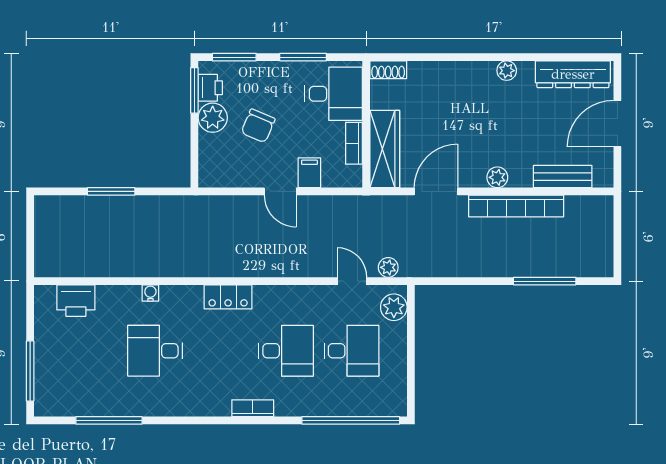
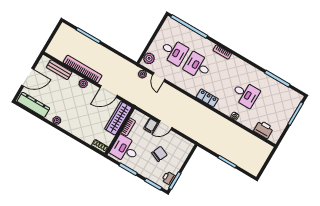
plant: (213, 118) -> (174, 167), removed
door: (280, 191) -> (165, 125), swing flipped
desk: (351, 351) -> (174, 52), turned 180

